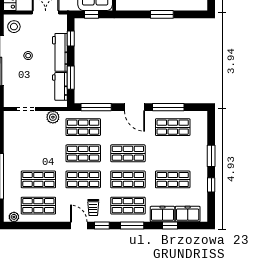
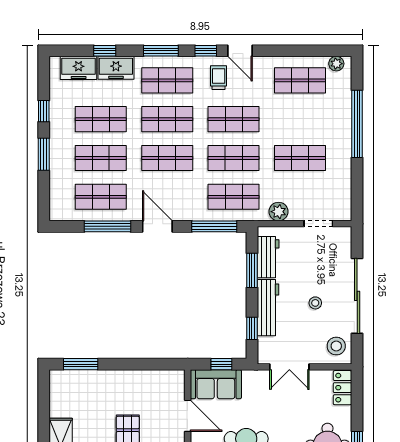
window: (162, 14) -> (81, 364), moved
shop shelf: (173, 153) -> (101, 158), added
shop shelf: (38, 179) -> (300, 158), moved

